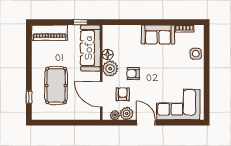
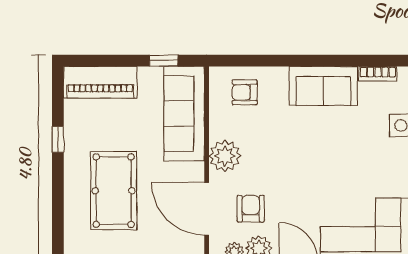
floor lamp: (108, 55) -> (220, 127), removed
armchair: (133, 74) -> (245, 92), moved
window: (29, 97) -> (58, 139), moved

